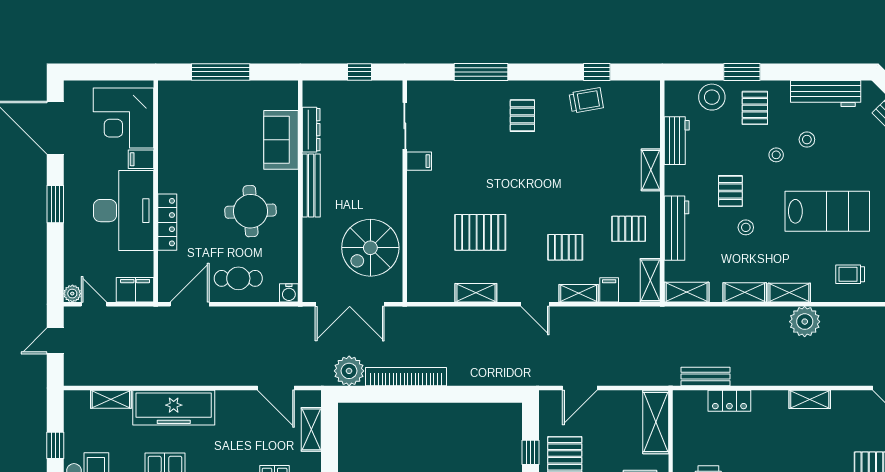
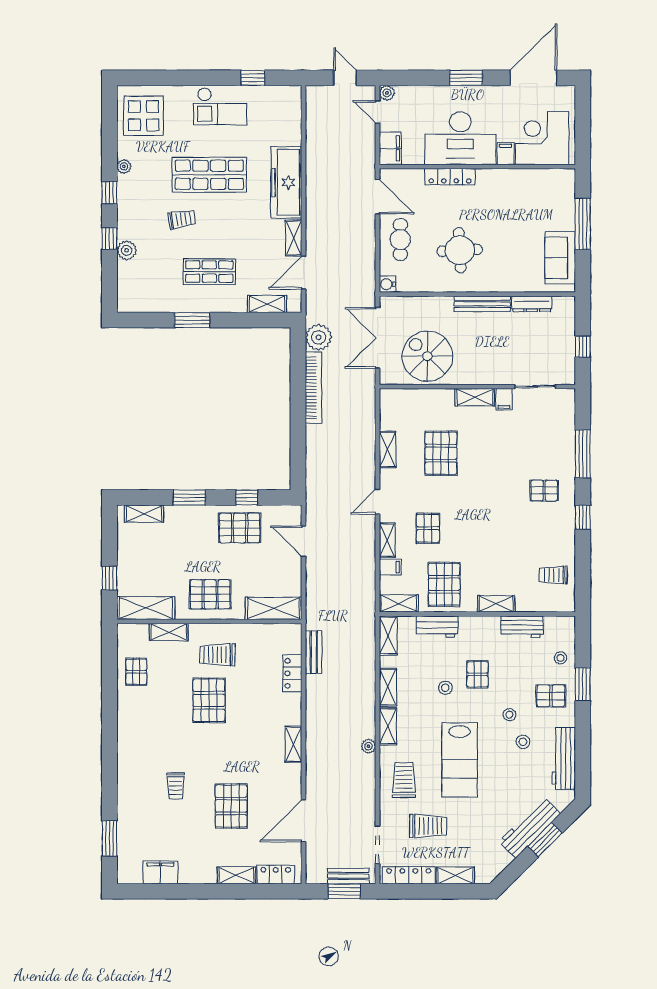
window: (597, 72) -> (583, 517), moved
stool: (712, 97) -> (560, 658), width x0.53, depth x0.53
trolley: (586, 100) -> (553, 575), moved, turned 100
sofa: (281, 140) -> (560, 258), moved, turned -90
pallet: (730, 191) -> (477, 674), turned 90
shelving: (417, 194) -> (475, 397), added
workbench: (676, 228) -> (437, 627), width x0.73
pallet: (629, 229) -> (444, 584), width x1.50, depth x1.42
trolley: (850, 274) -> (404, 780), width x1.36, depth x1.39
door: (94, 304) -> (378, 112), swing flipped
plant: (805, 322) -> (368, 746), width x0.53, depth x0.53
shelving: (111, 399) -> (294, 238), moved

